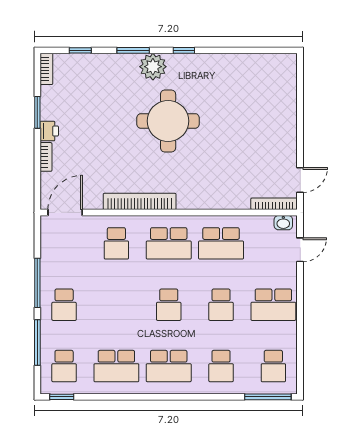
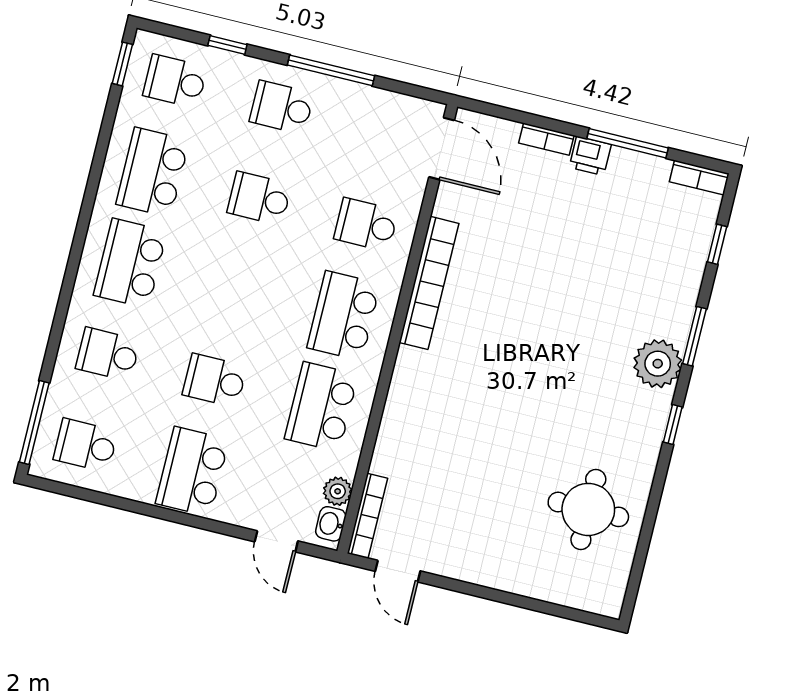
window: (37, 112) -> (628, 143), width x1.44
round table: (168, 121) -> (588, 509), moved, width x0.73, depth x0.73
plant: (265, 223) -> (338, 491), added
school desk: (169, 305) -> (259, 198), moved
window: (37, 342) -> (227, 45), width x0.46

